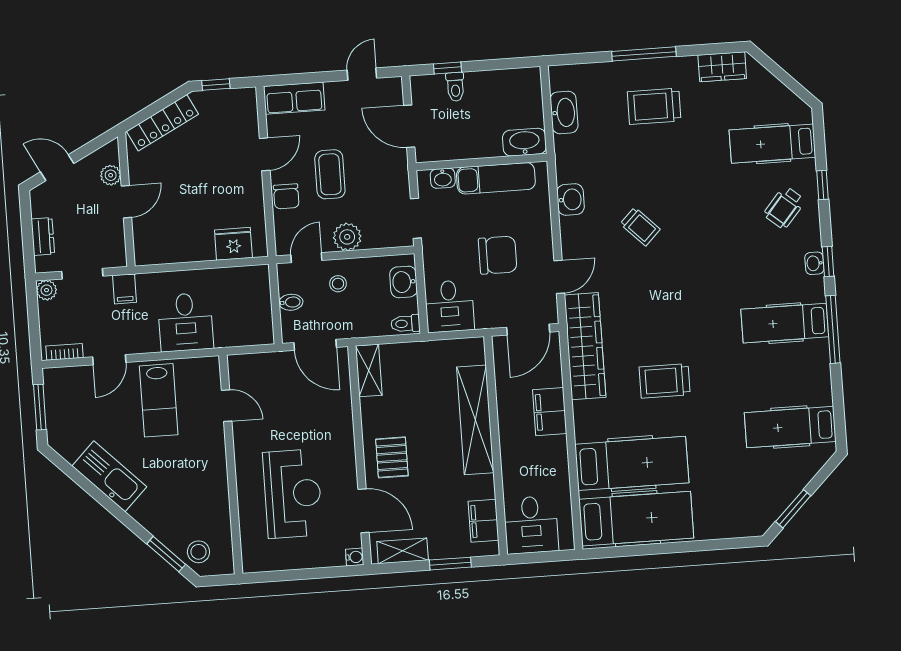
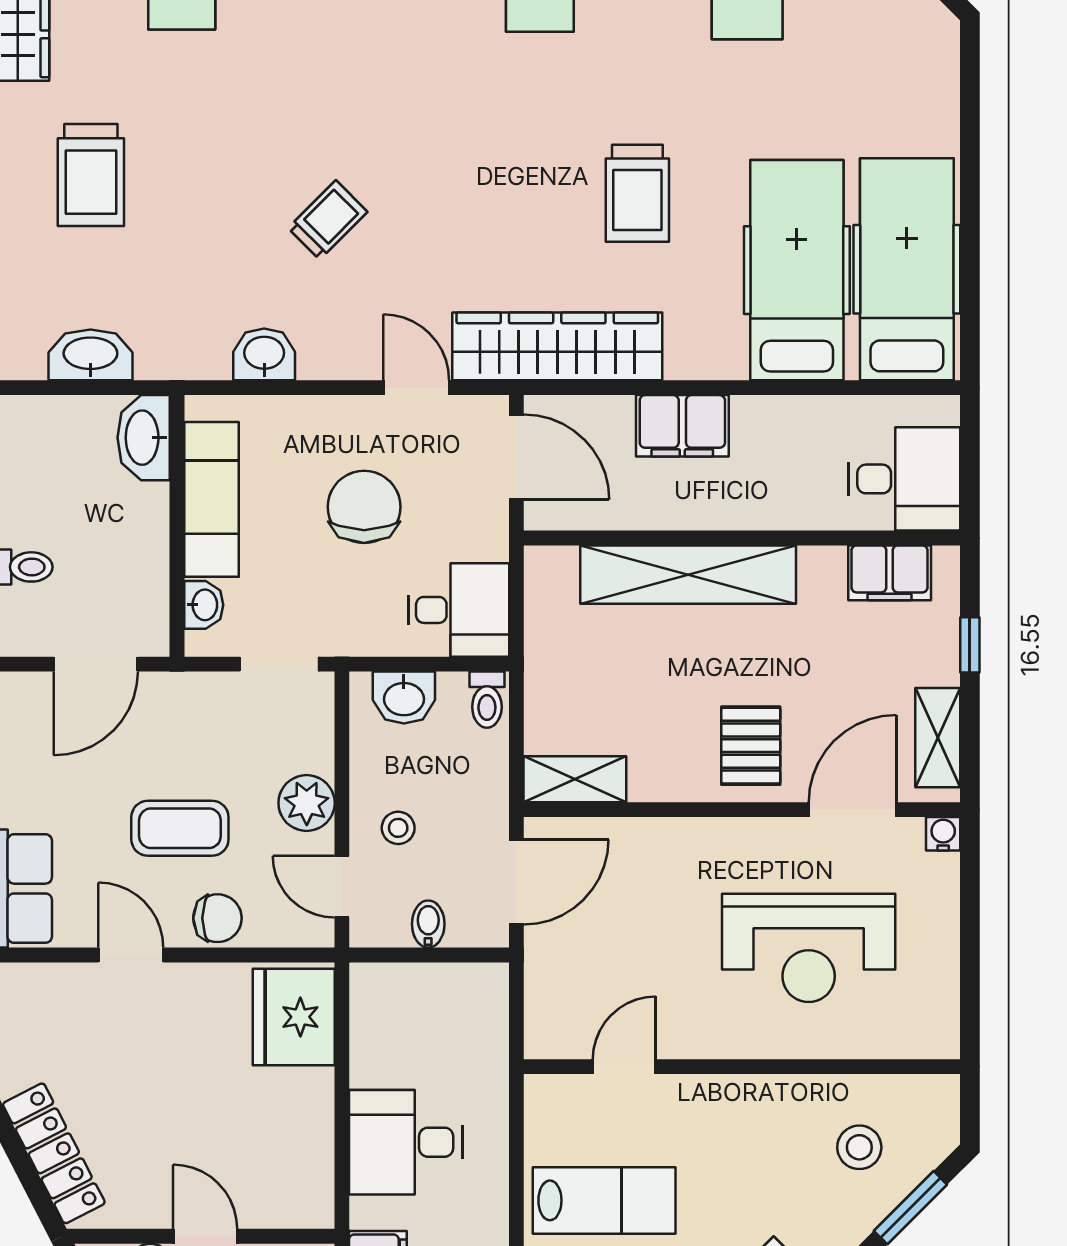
fridge: (233, 244) -> (294, 1017), width x1.36, depth x1.34
desk: (186, 322) -> (406, 1142), moved, turned 180
pallet: (392, 457) -> (751, 746), turned 90
reception desk: (293, 494) -> (809, 948), turned 180
stool: (198, 552) -> (859, 1147), moved
window: (450, 564) -> (970, 645), width x0.67

